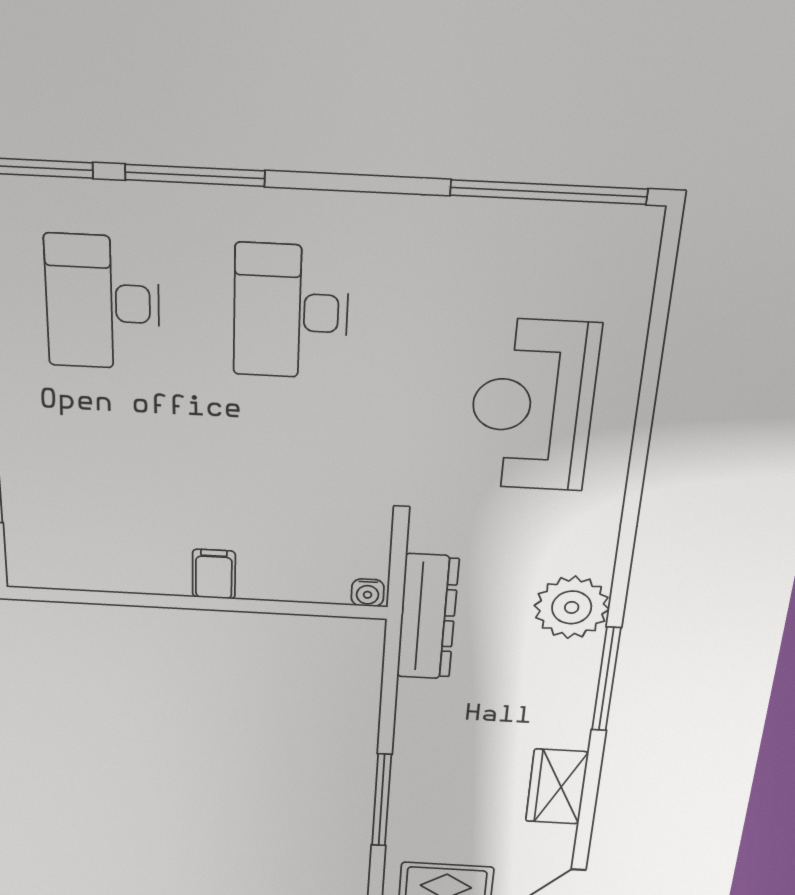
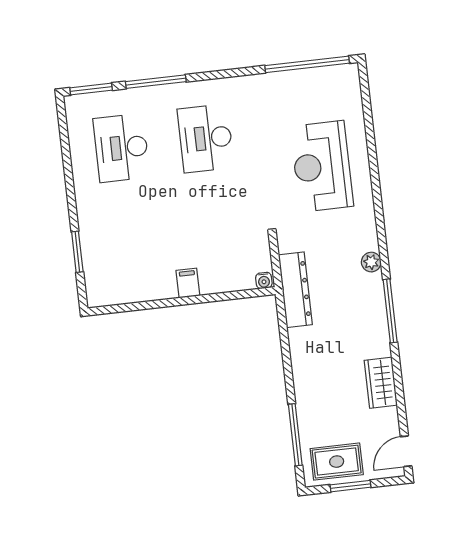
plant: (572, 607) -> (371, 262), width x0.53, depth x0.53
window: (382, 800) -> (295, 435), moved

